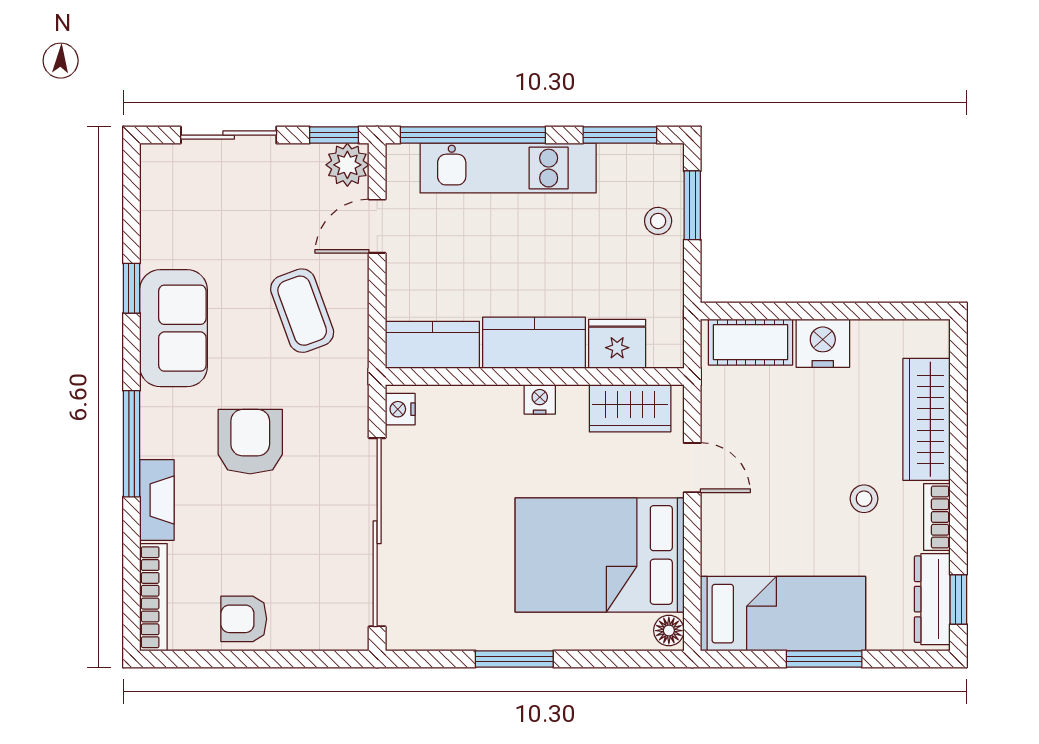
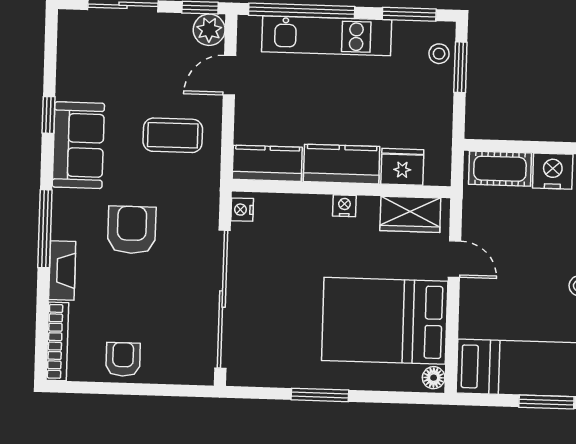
stool: (658, 221) -> (439, 54), moved
coffee table: (302, 311) -> (173, 135), turned -70
armchair: (244, 619) -> (123, 359), turned 90

